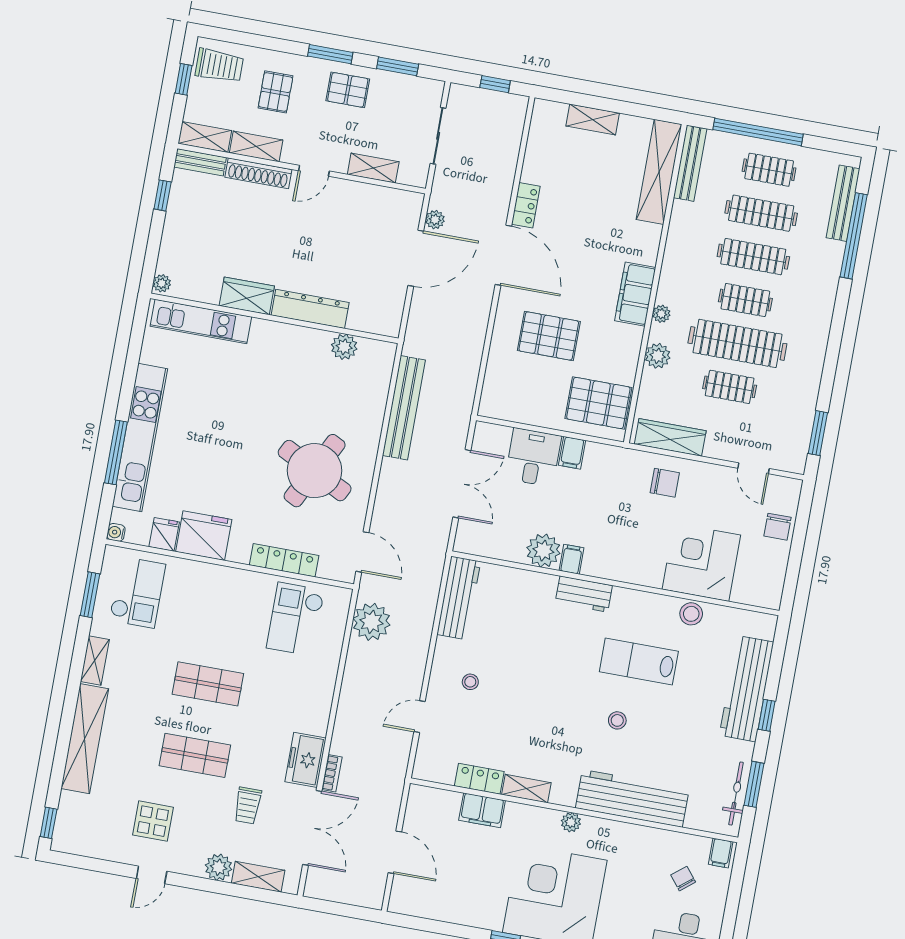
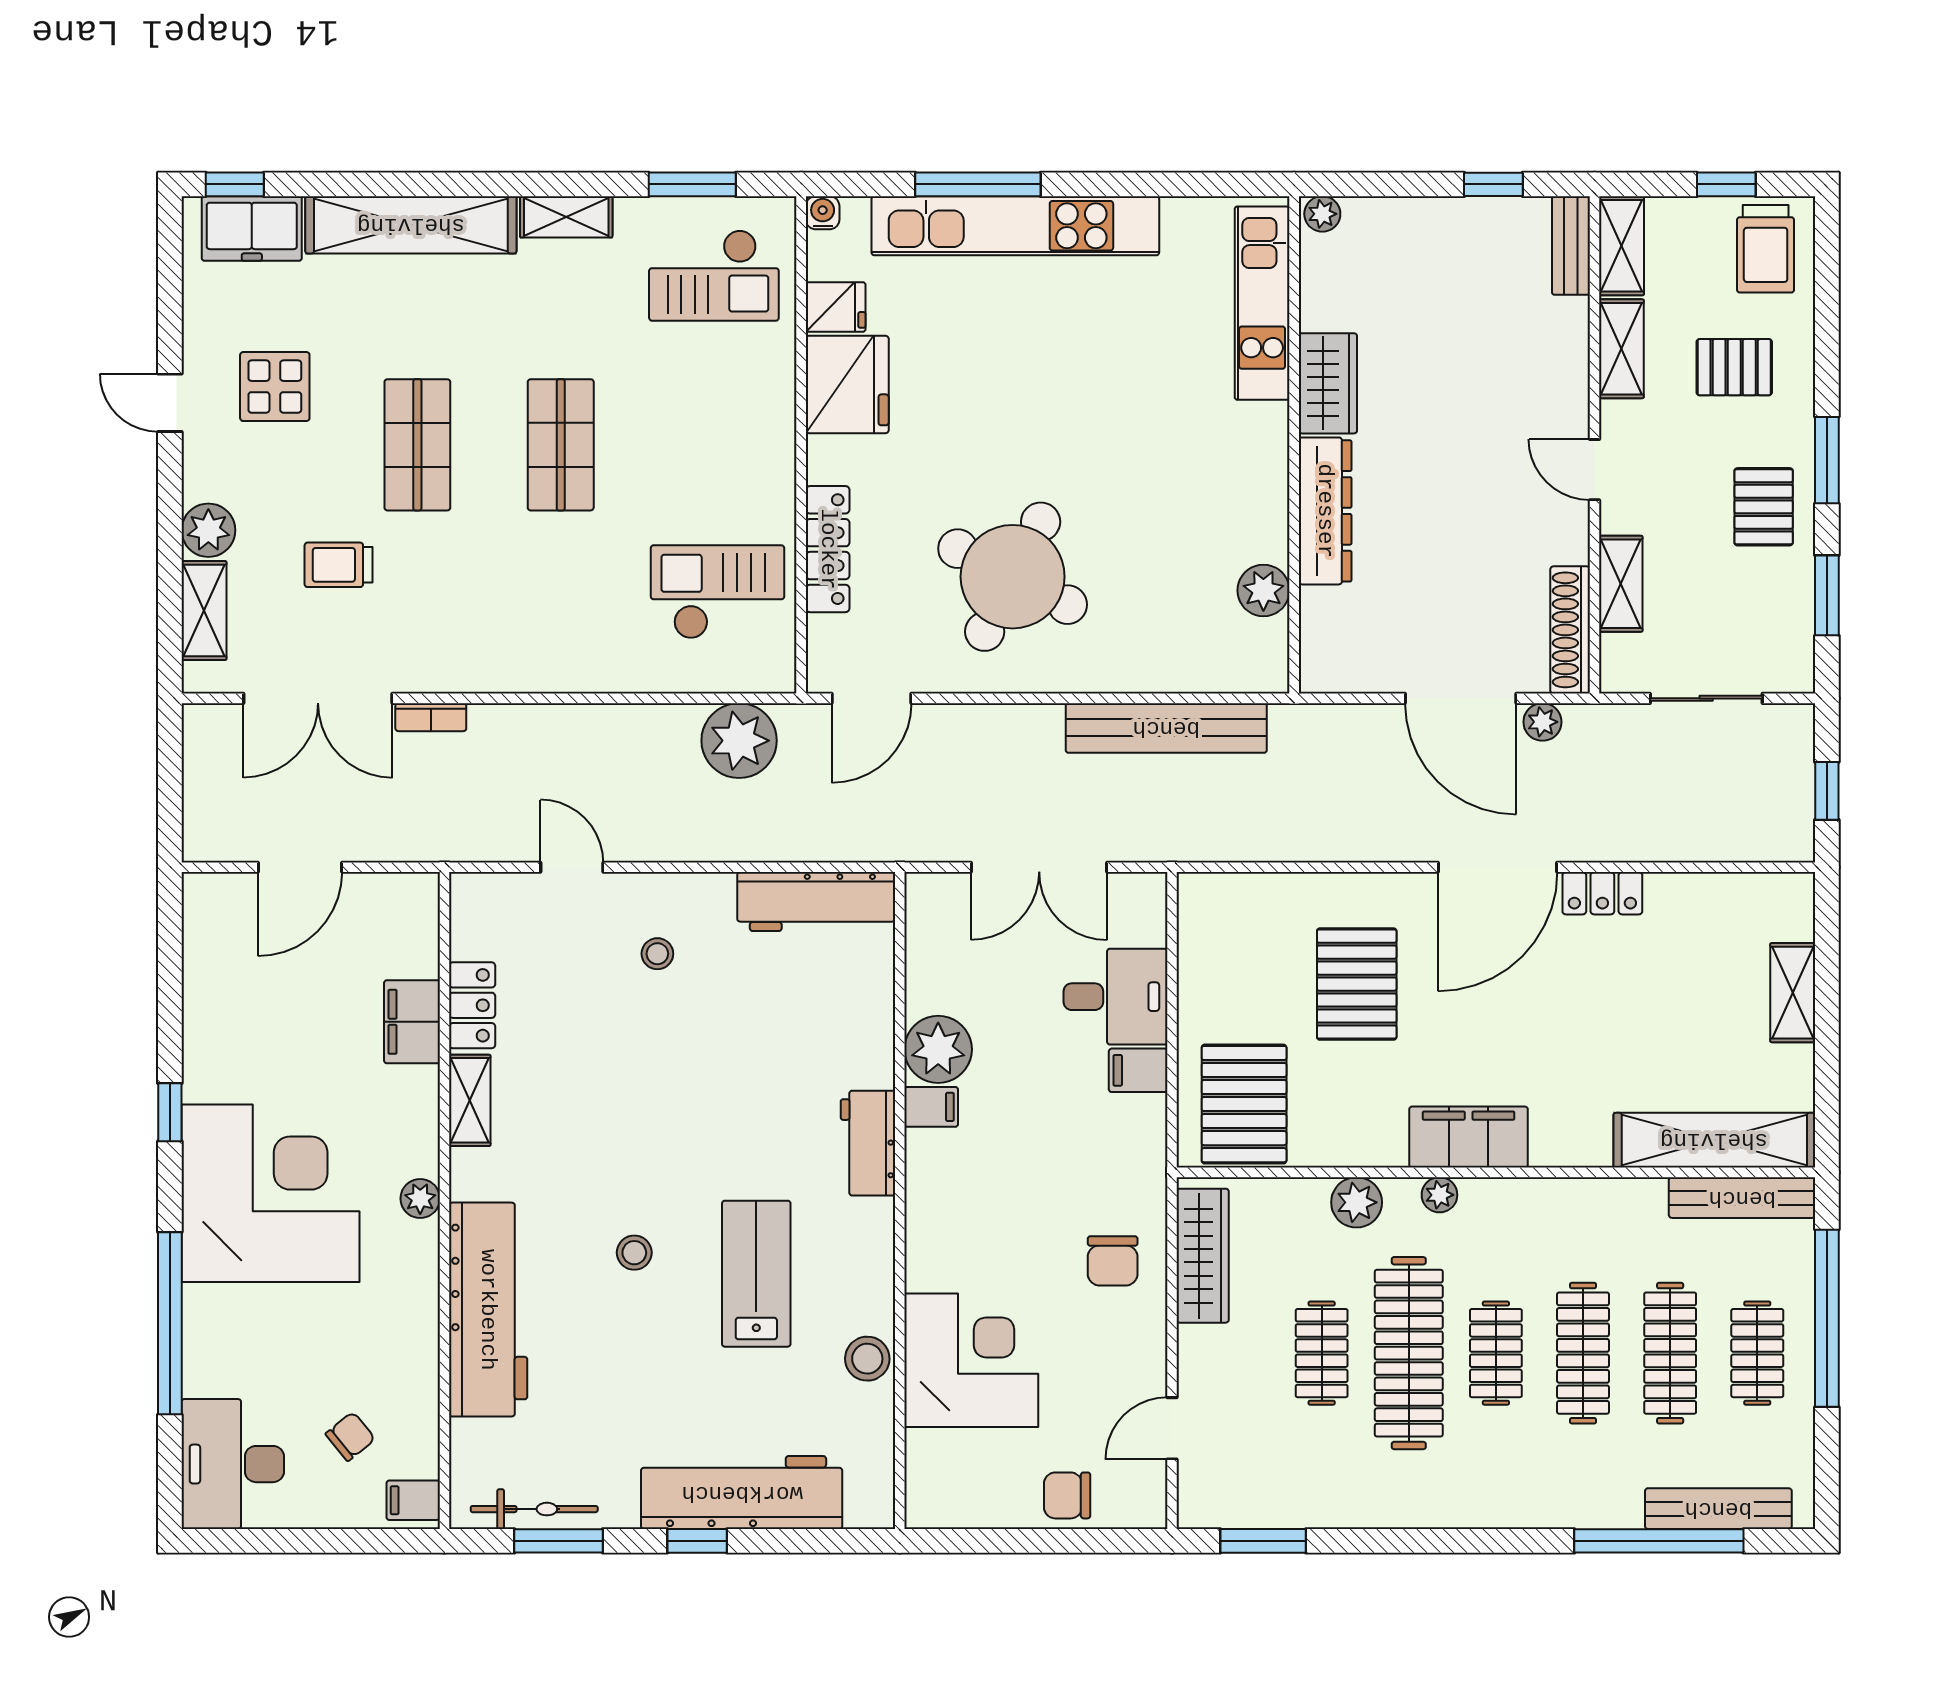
shoe rack: (258, 173) -> (1570, 630), moved
freezer: (306, 760) -> (252, 228), moved, turned 180

